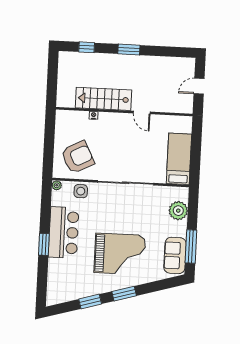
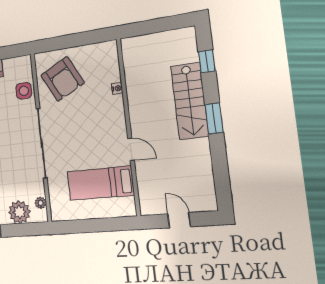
stairs: (103, 99) -> (190, 101), moved, turned 180
door: (142, 112) -> (131, 149), swing flipped
bed: (179, 159) -> (100, 183), moved, turned 180
plant: (57, 185) -> (41, 203), moved

